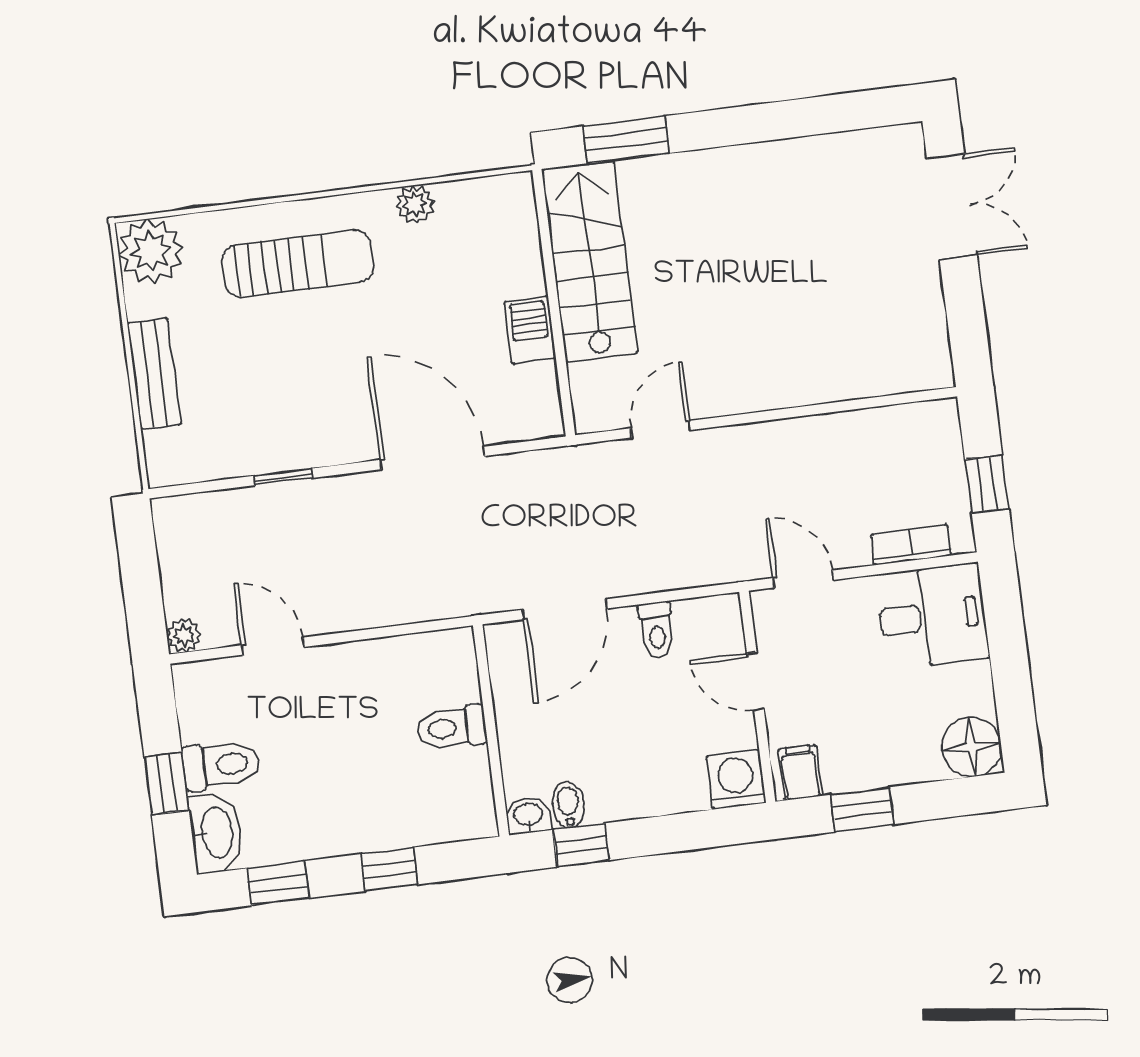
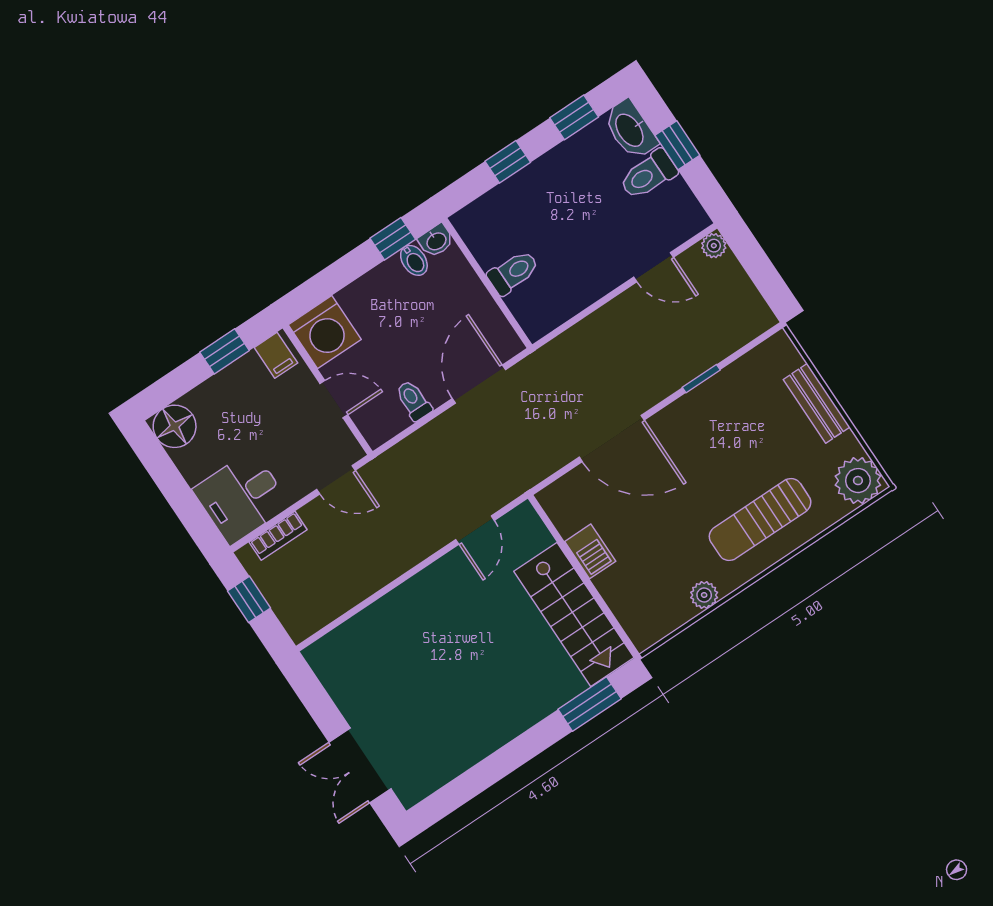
washing machine: (736, 780) -> (325, 332), width x1.37, depth x1.37

